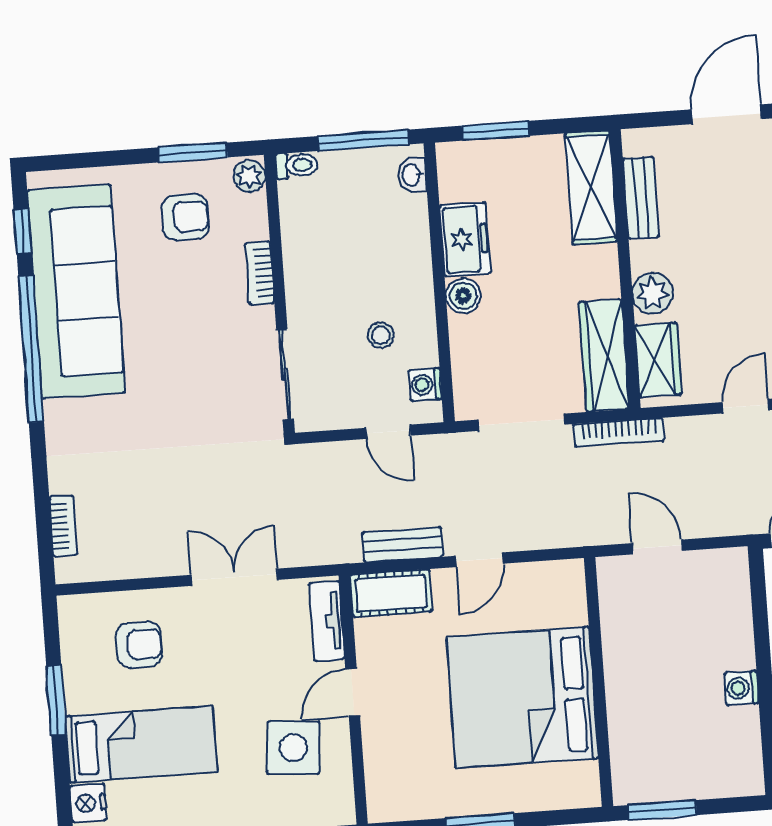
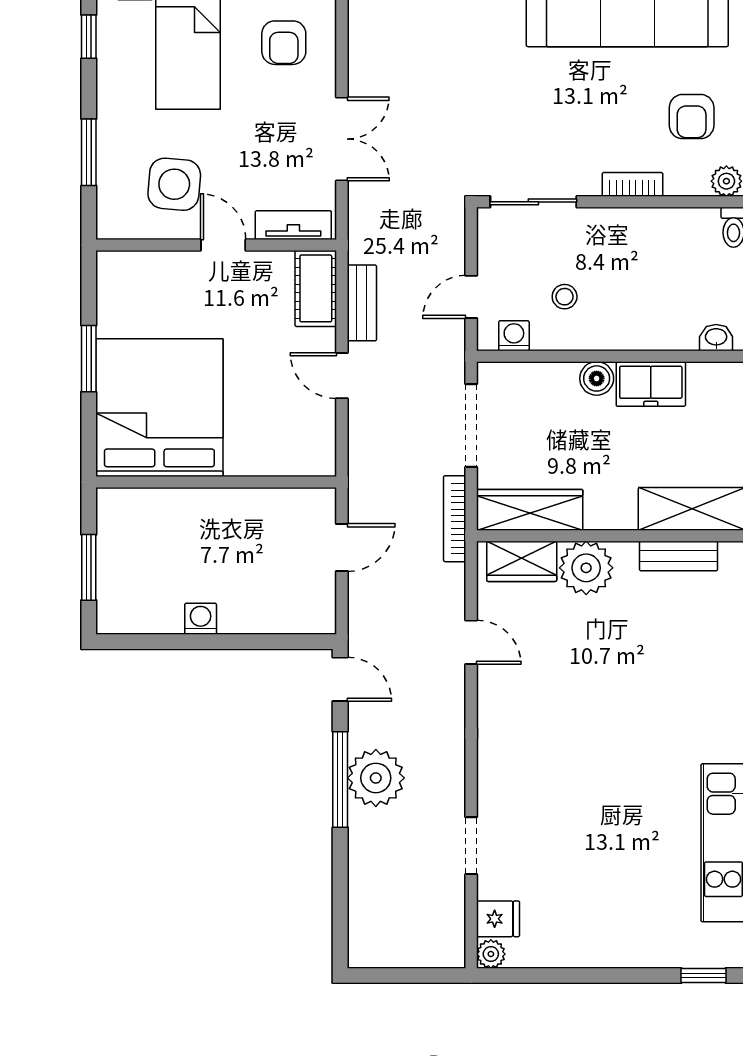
plant: (653, 293) -> (586, 568), width x1.36, depth x1.36
bed: (522, 698) -> (159, 408), moved
window: (662, 810) -> (89, 567), moved

